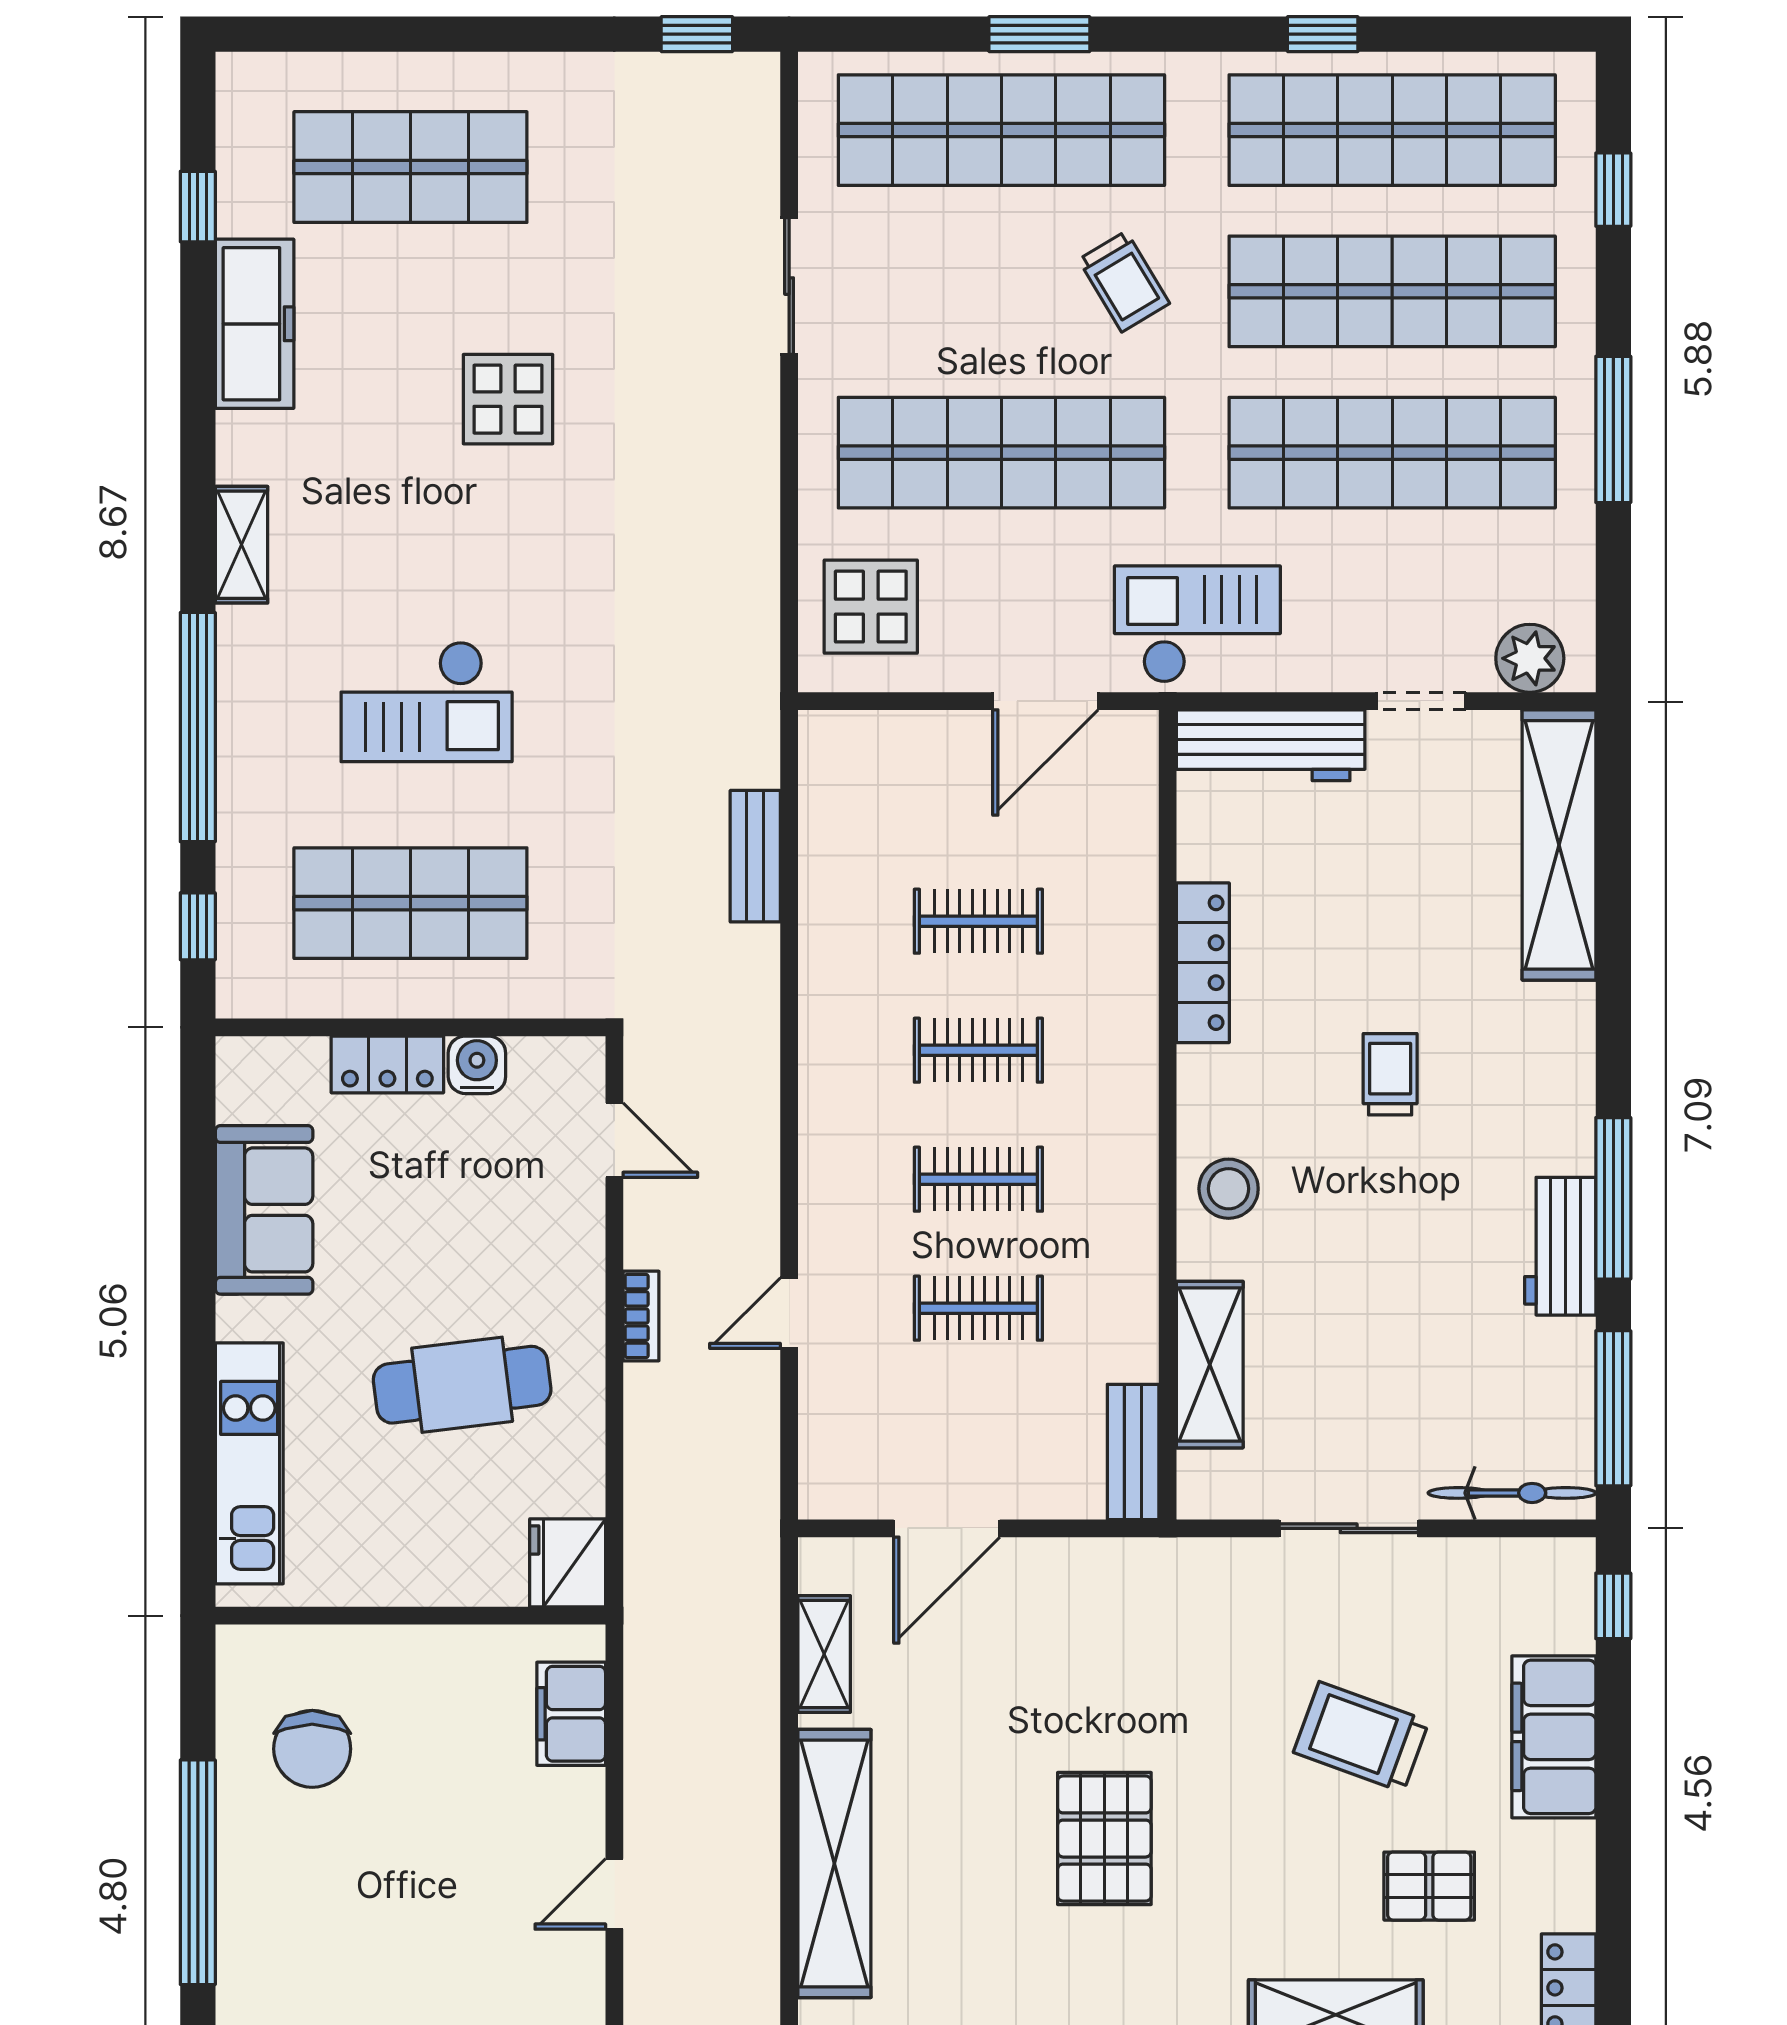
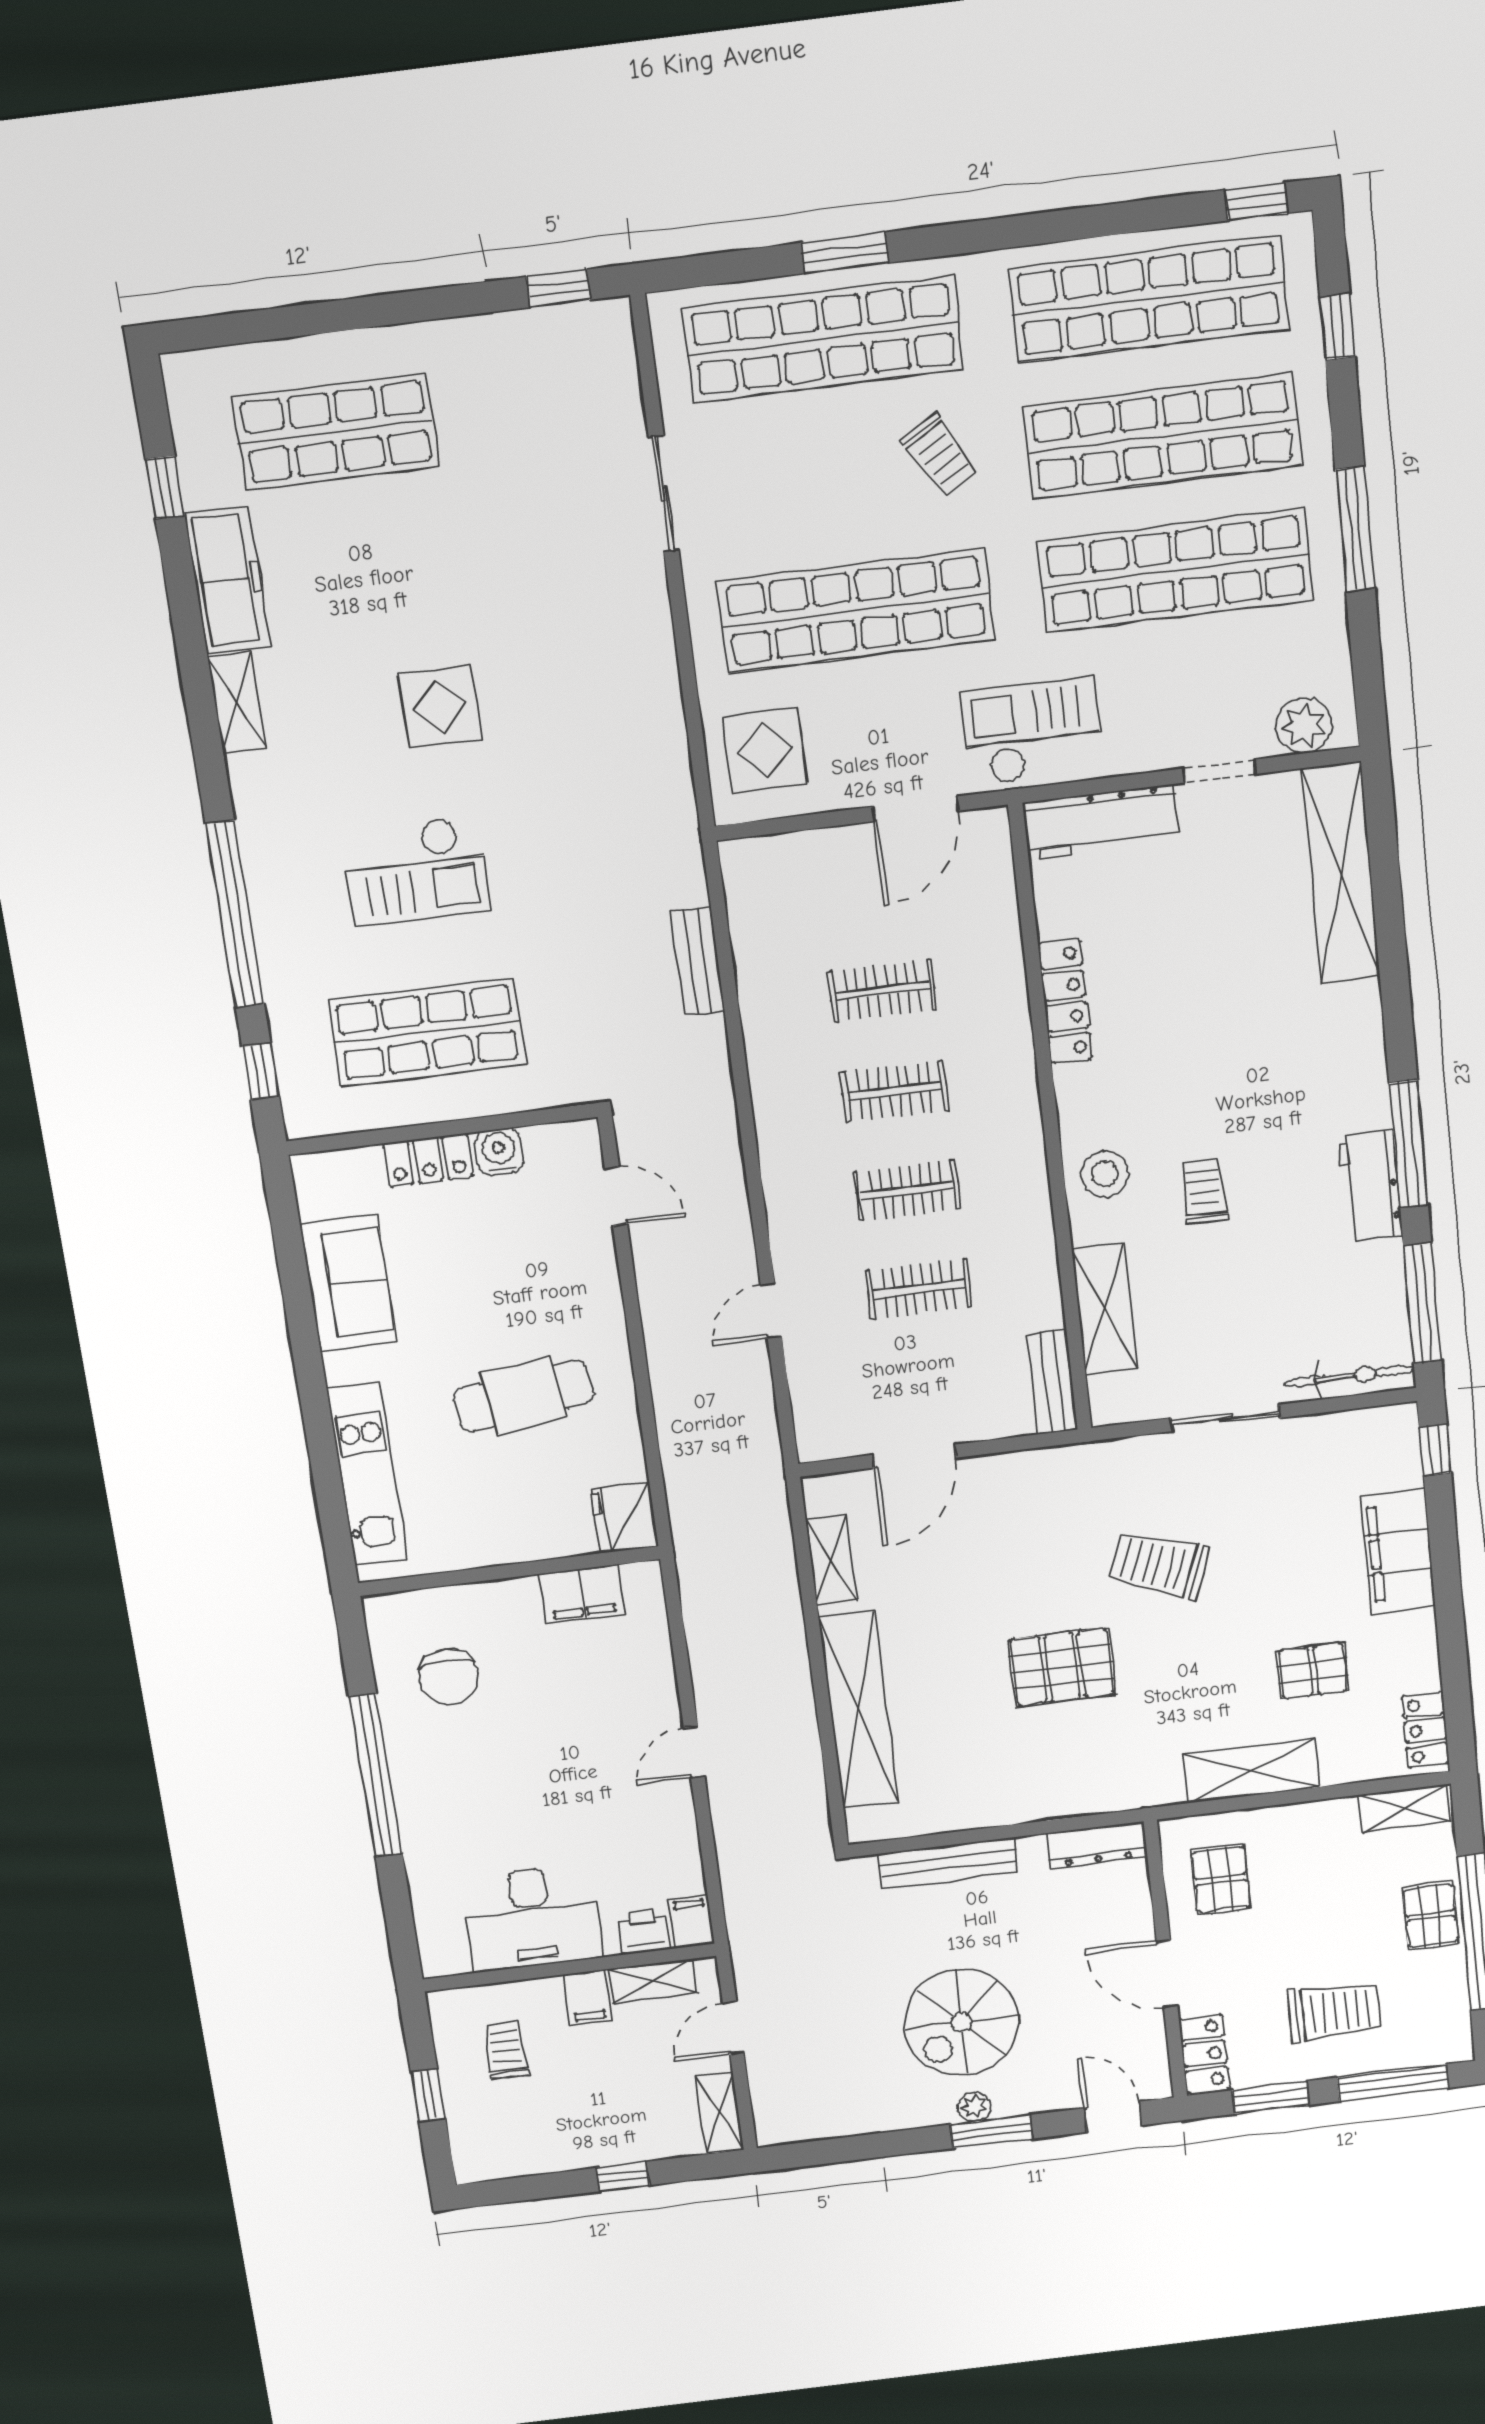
window: (1323, 34) -> (1256, 201), moved
display table: (508, 399) -> (440, 707), moved
shelving: (241, 545) -> (237, 703), moved
trolley: (1390, 1074) -> (1204, 1191), moved
bookcase: (641, 1316) -> (656, 1327), removed
filing cabinet: (571, 1714) -> (582, 1594), moved, turned -90
trolley: (1361, 1737) -> (1159, 1565), moved
pallet: (1104, 1839) -> (1062, 1667), turned 90

